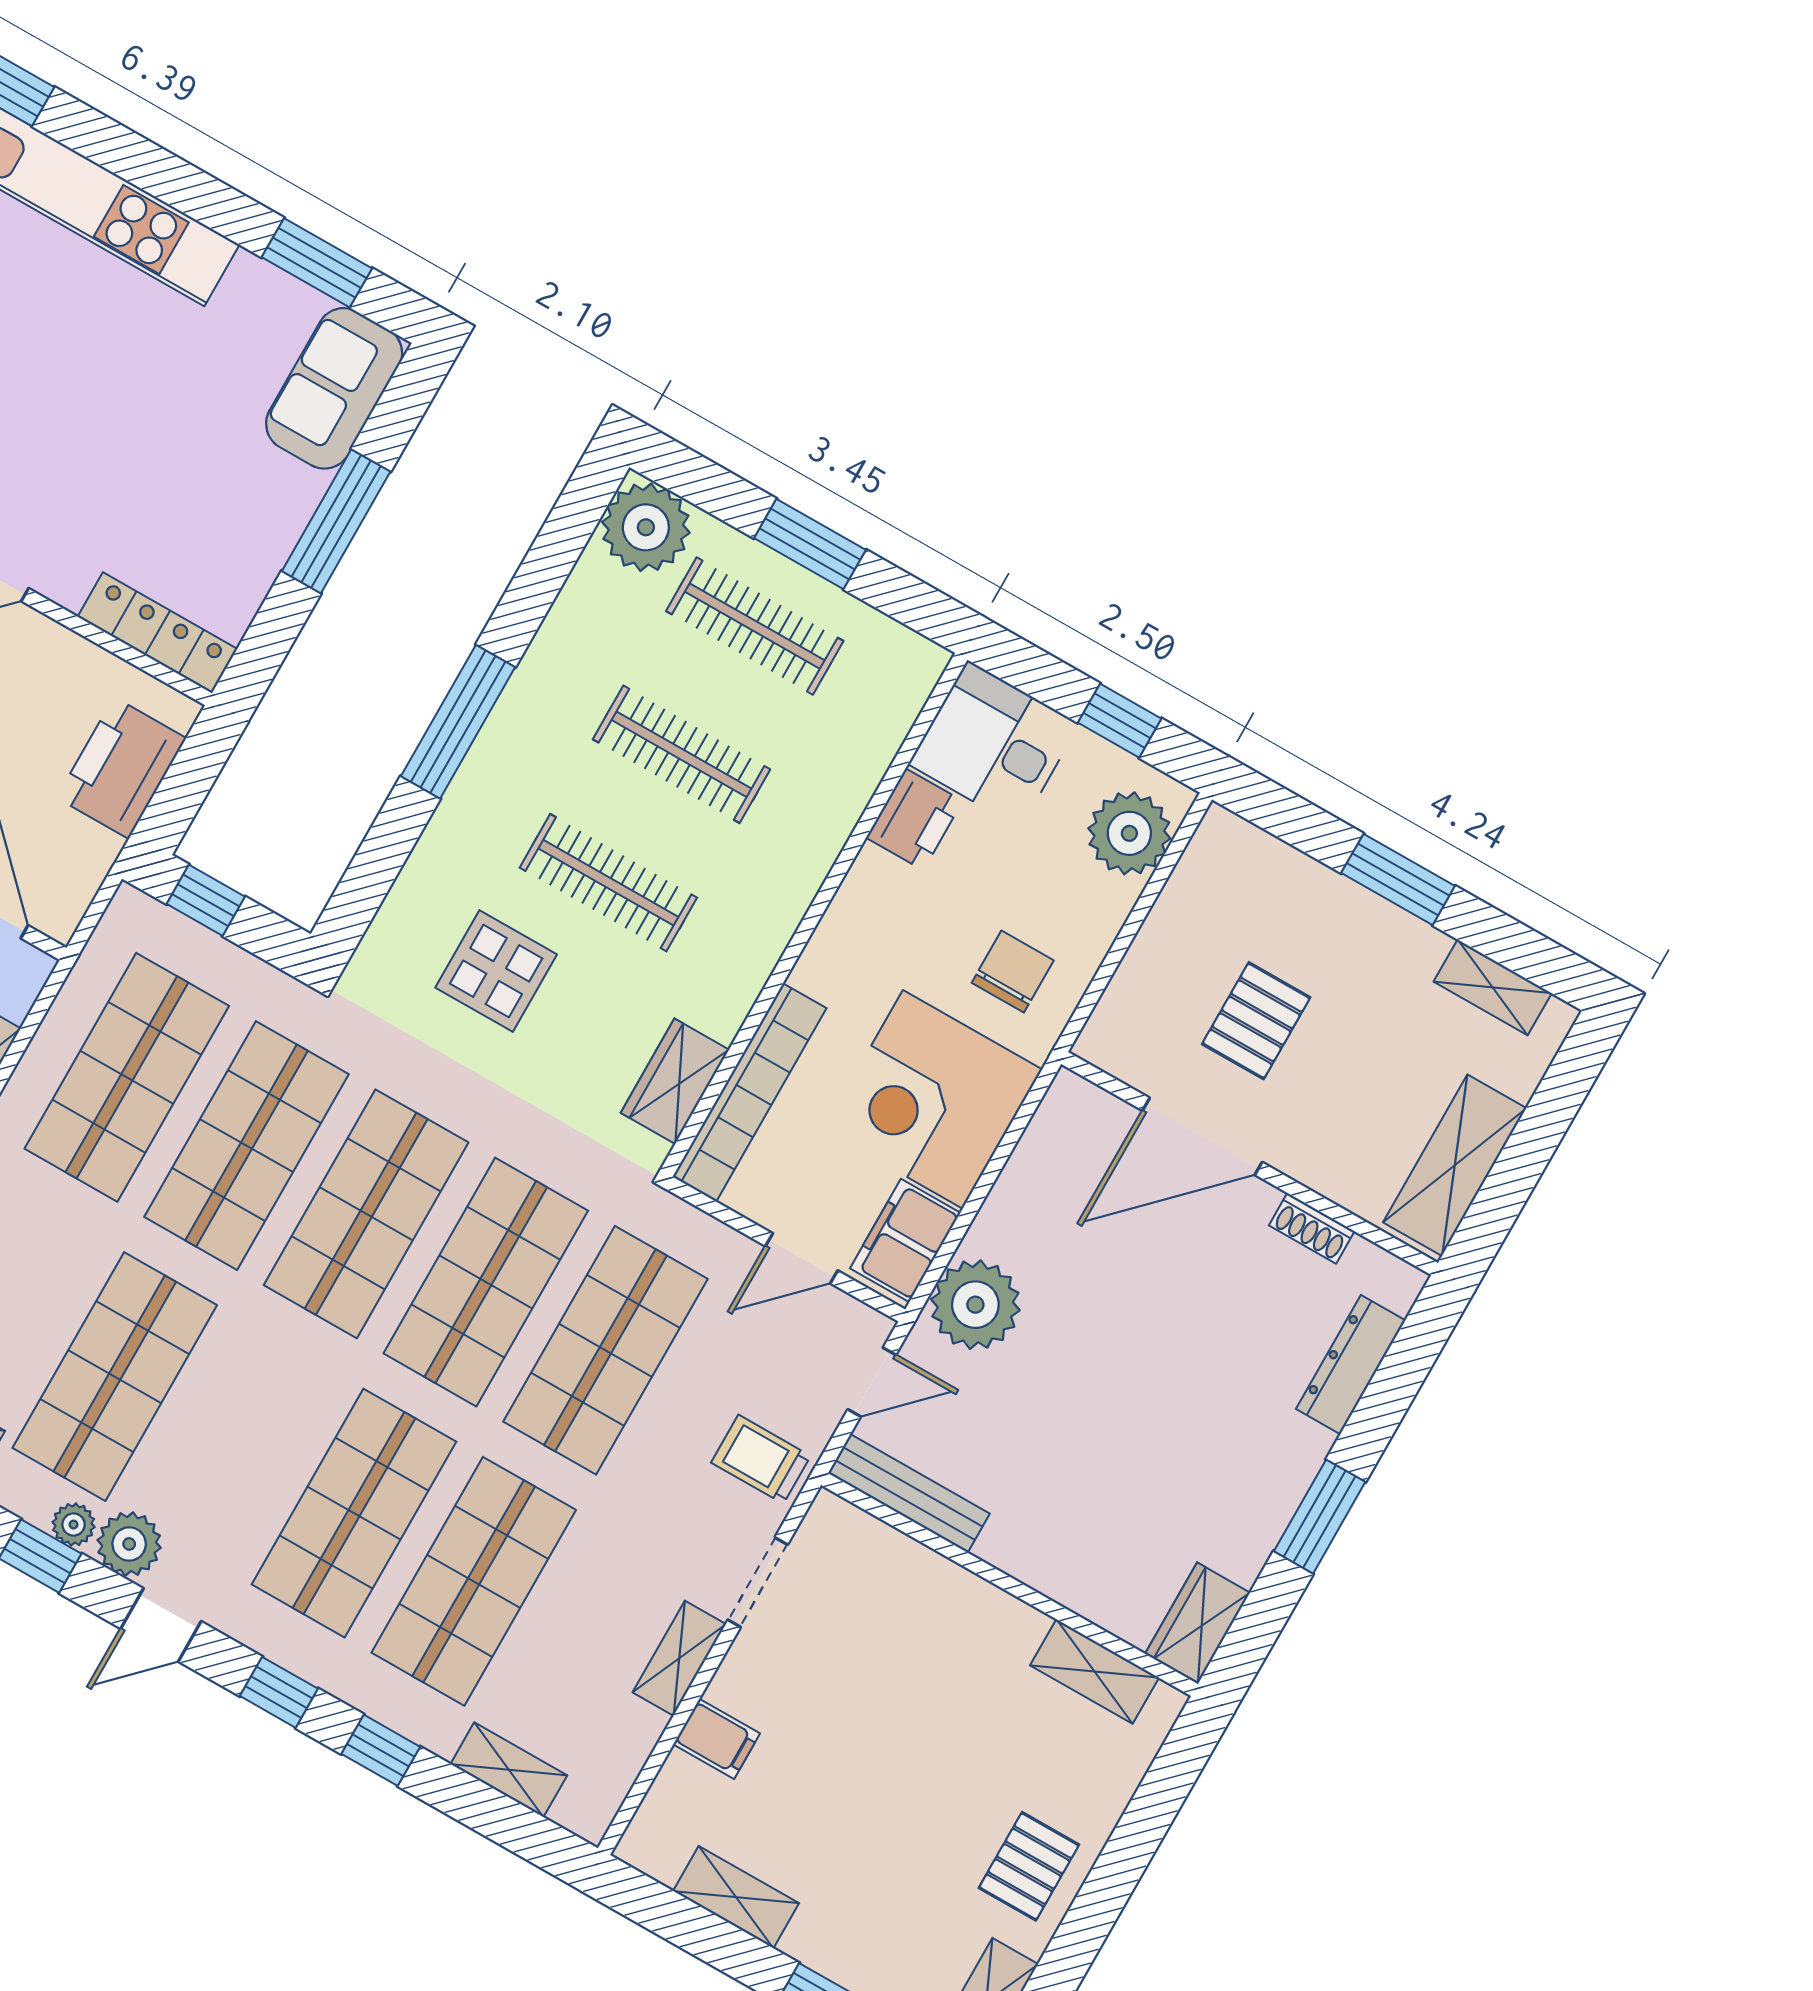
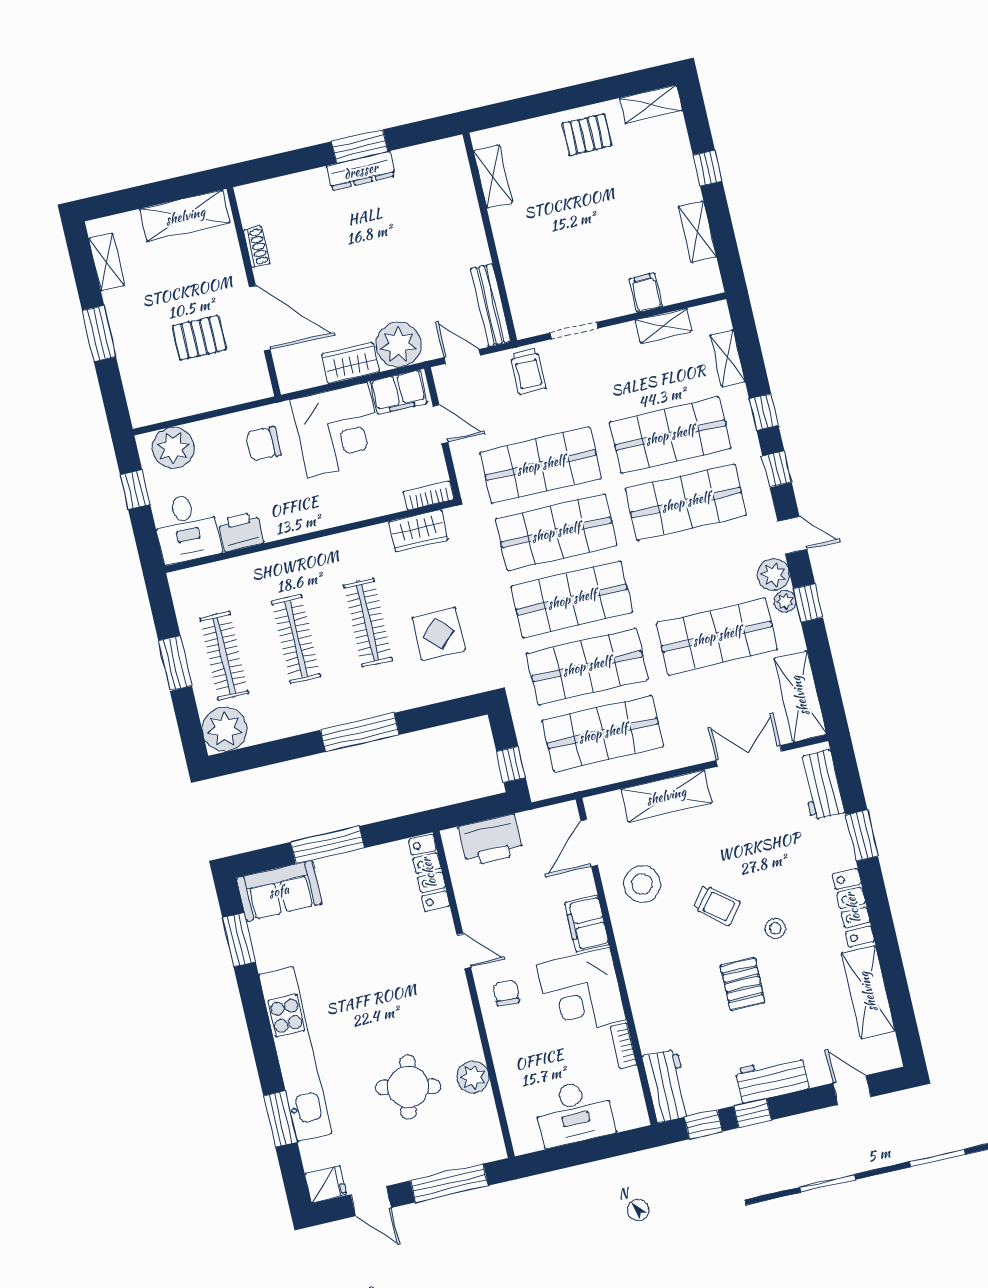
bookcase: (749, 1092) -> (429, 495), width x0.43, depth x0.76
dresser: (1351, 1365) -> (361, 171), moved
wardrobe: (1197, 1623) -> (350, 363), moved, turned 180
shelving: (679, 1658) -> (664, 326), moved

